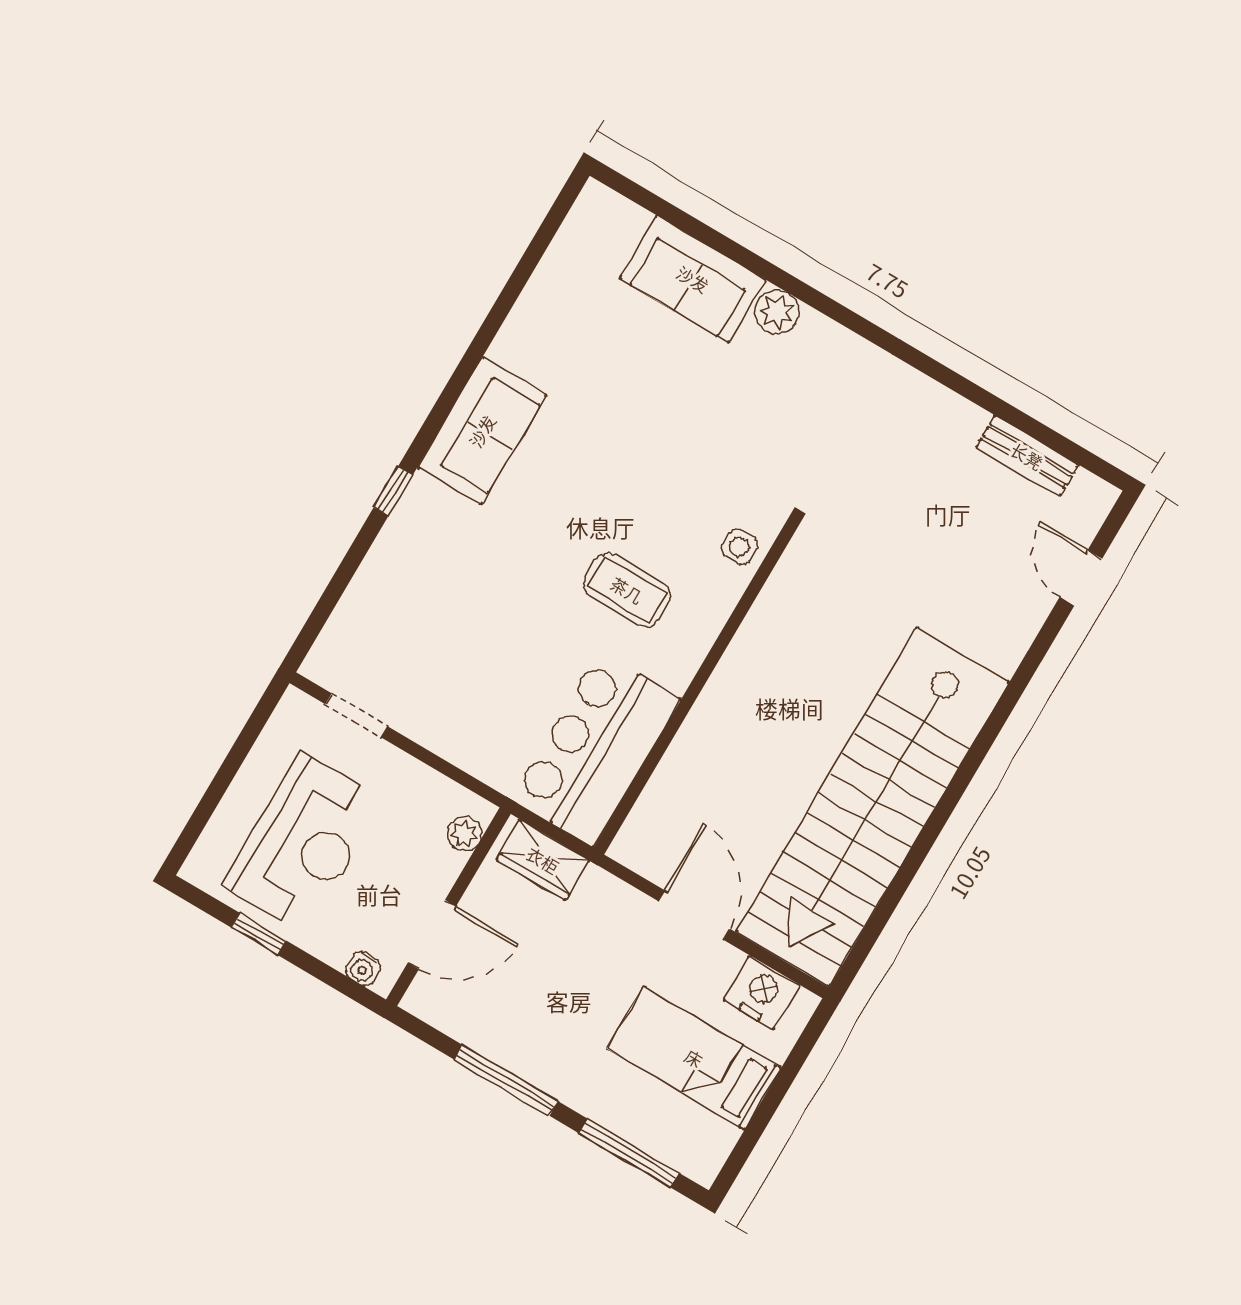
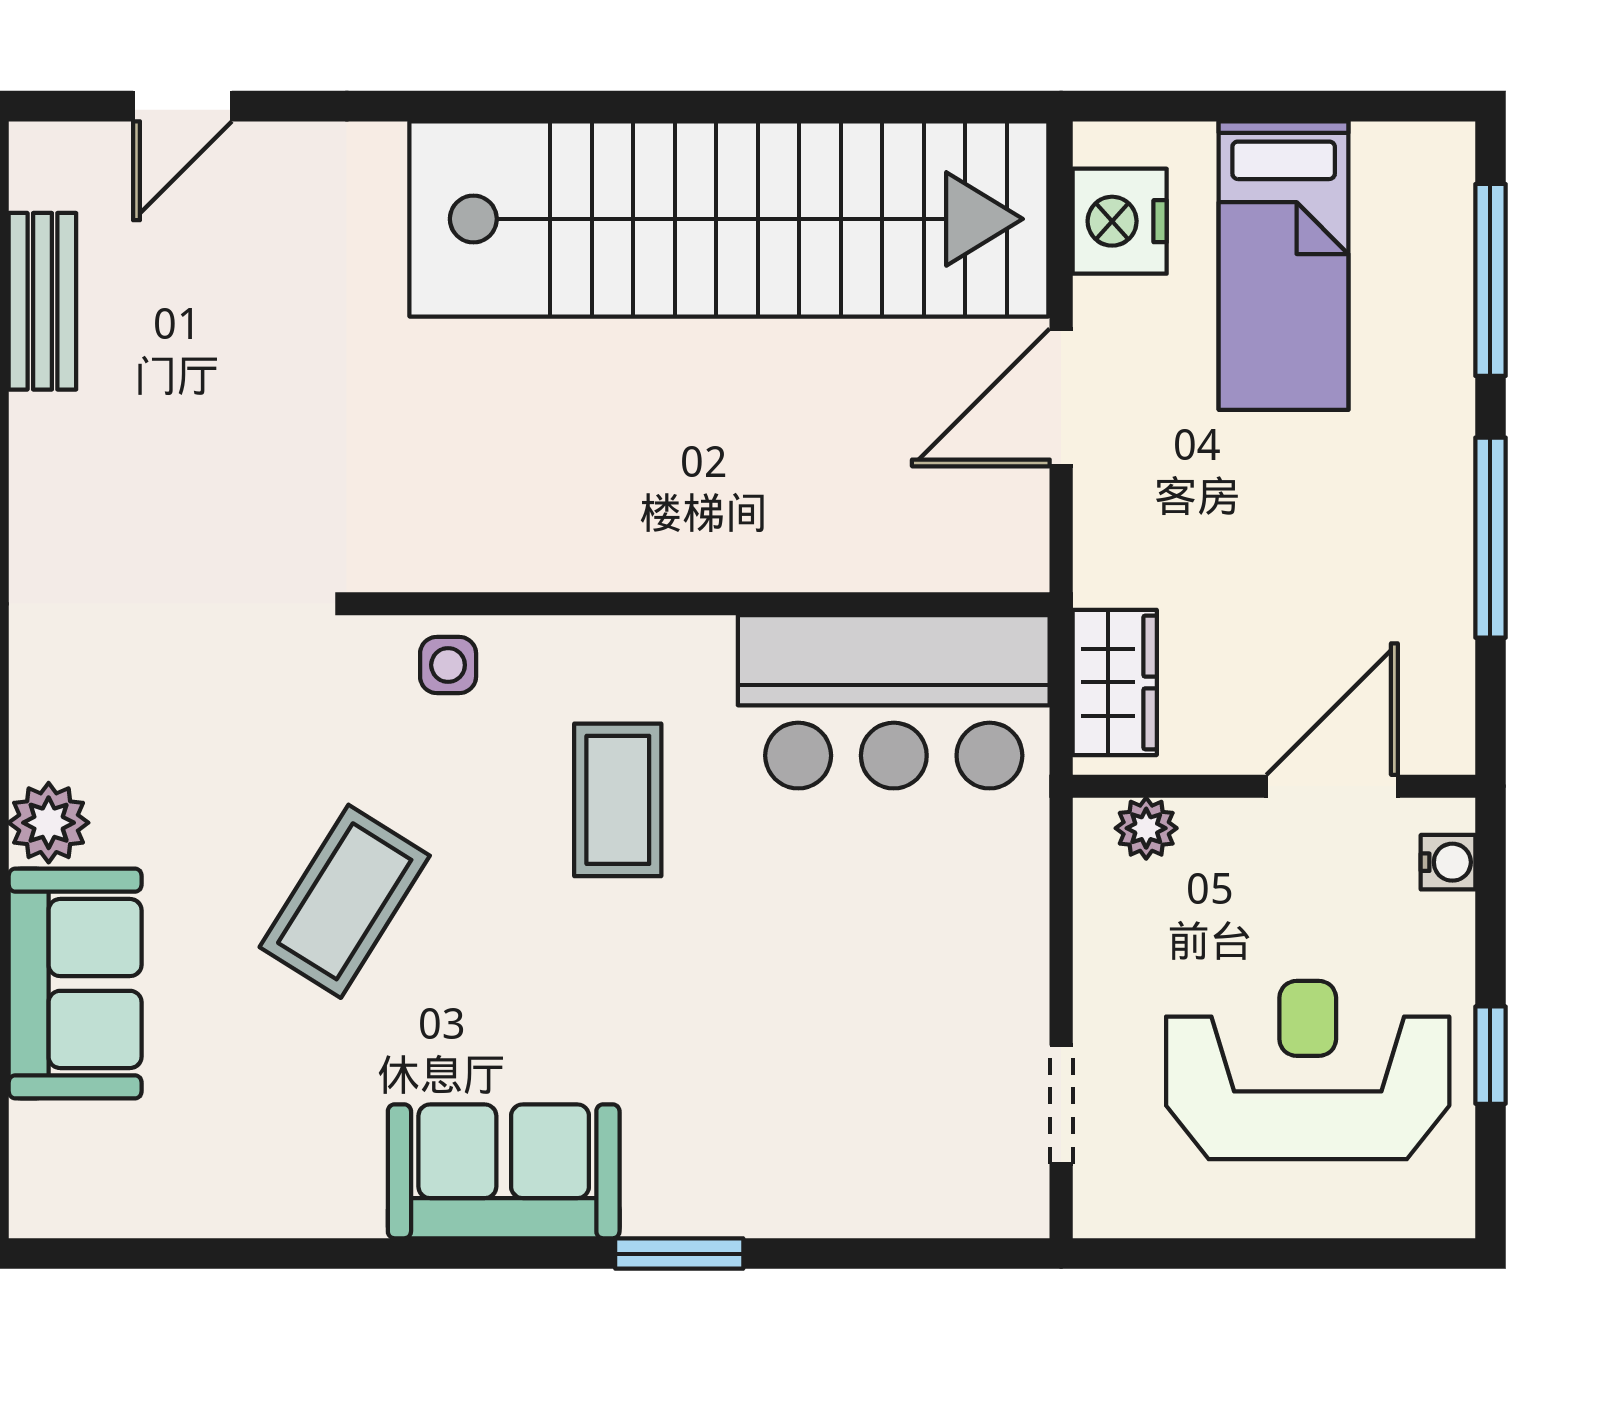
coffee table: (656, 431) -> (345, 901), added
window: (393, 491) -> (679, 1254), width x1.50
door: (432, 935) -> (1332, 786), hinge flipped

